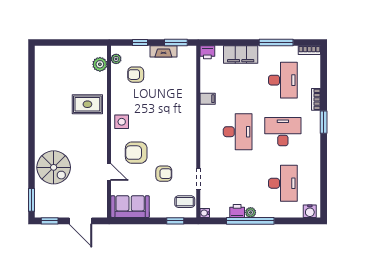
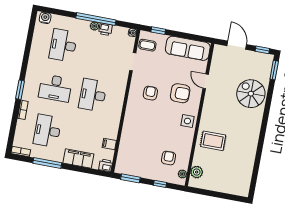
fireplace: (163, 51) -> (142, 173), removed
armchair: (136, 75) -> (168, 158), turned -90
filing cabinet: (208, 99) -> (109, 144), moved
armchair: (164, 174) -> (150, 93), moved, turned 90
sofa: (130, 207) -> (188, 48), width x1.36

